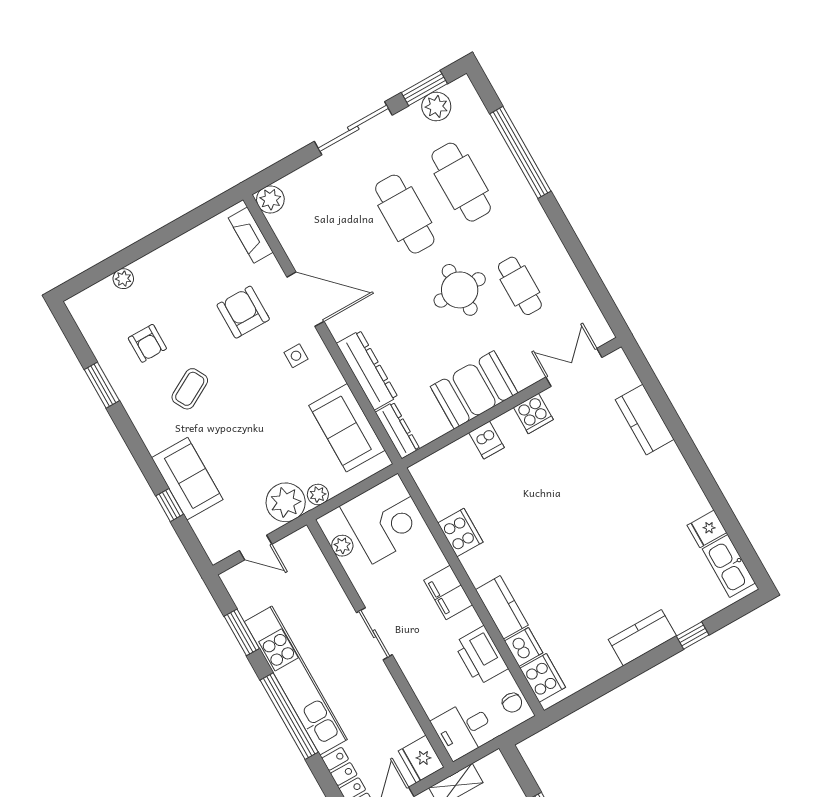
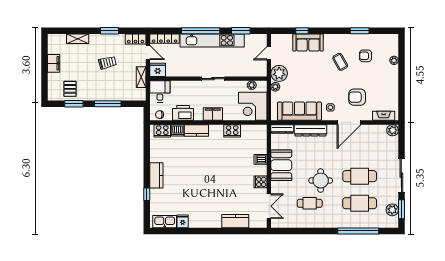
armchair: (243, 312) -> (357, 97), turned 180
sofa: (347, 428) -> (299, 111), width x1.36

